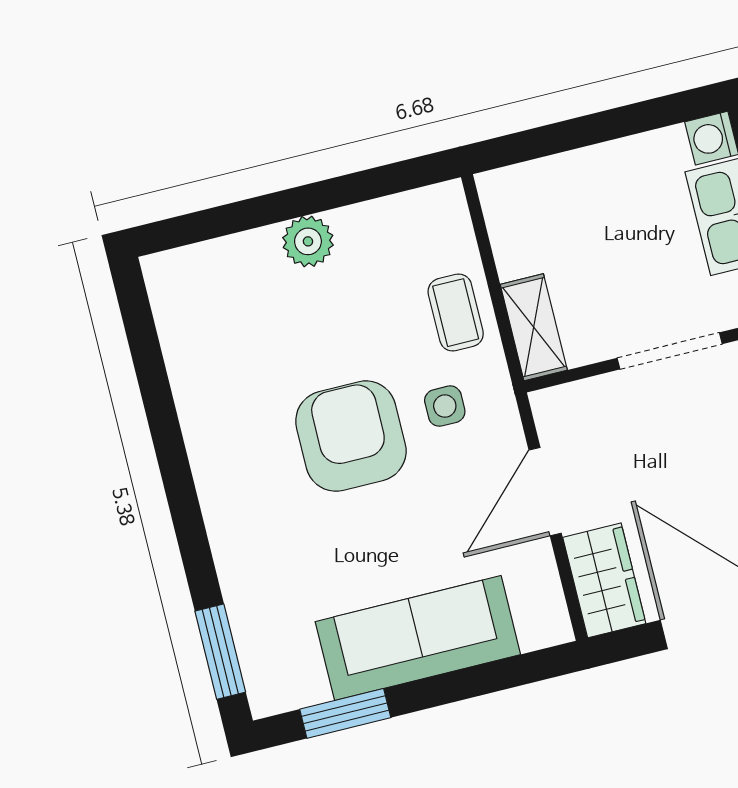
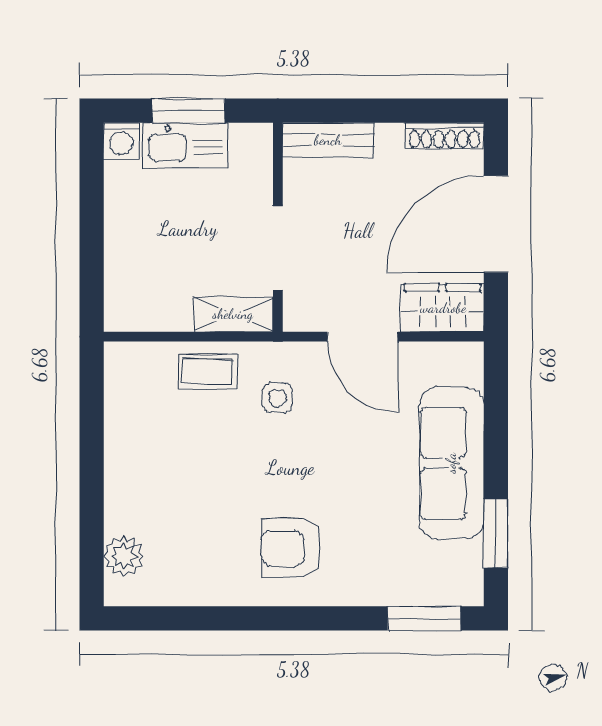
plant: (308, 241) -> (124, 556), moved
doorway: (670, 351) -> (278, 248), moved
armchair: (351, 436) -> (291, 548), moved, width x0.73, depth x0.73

